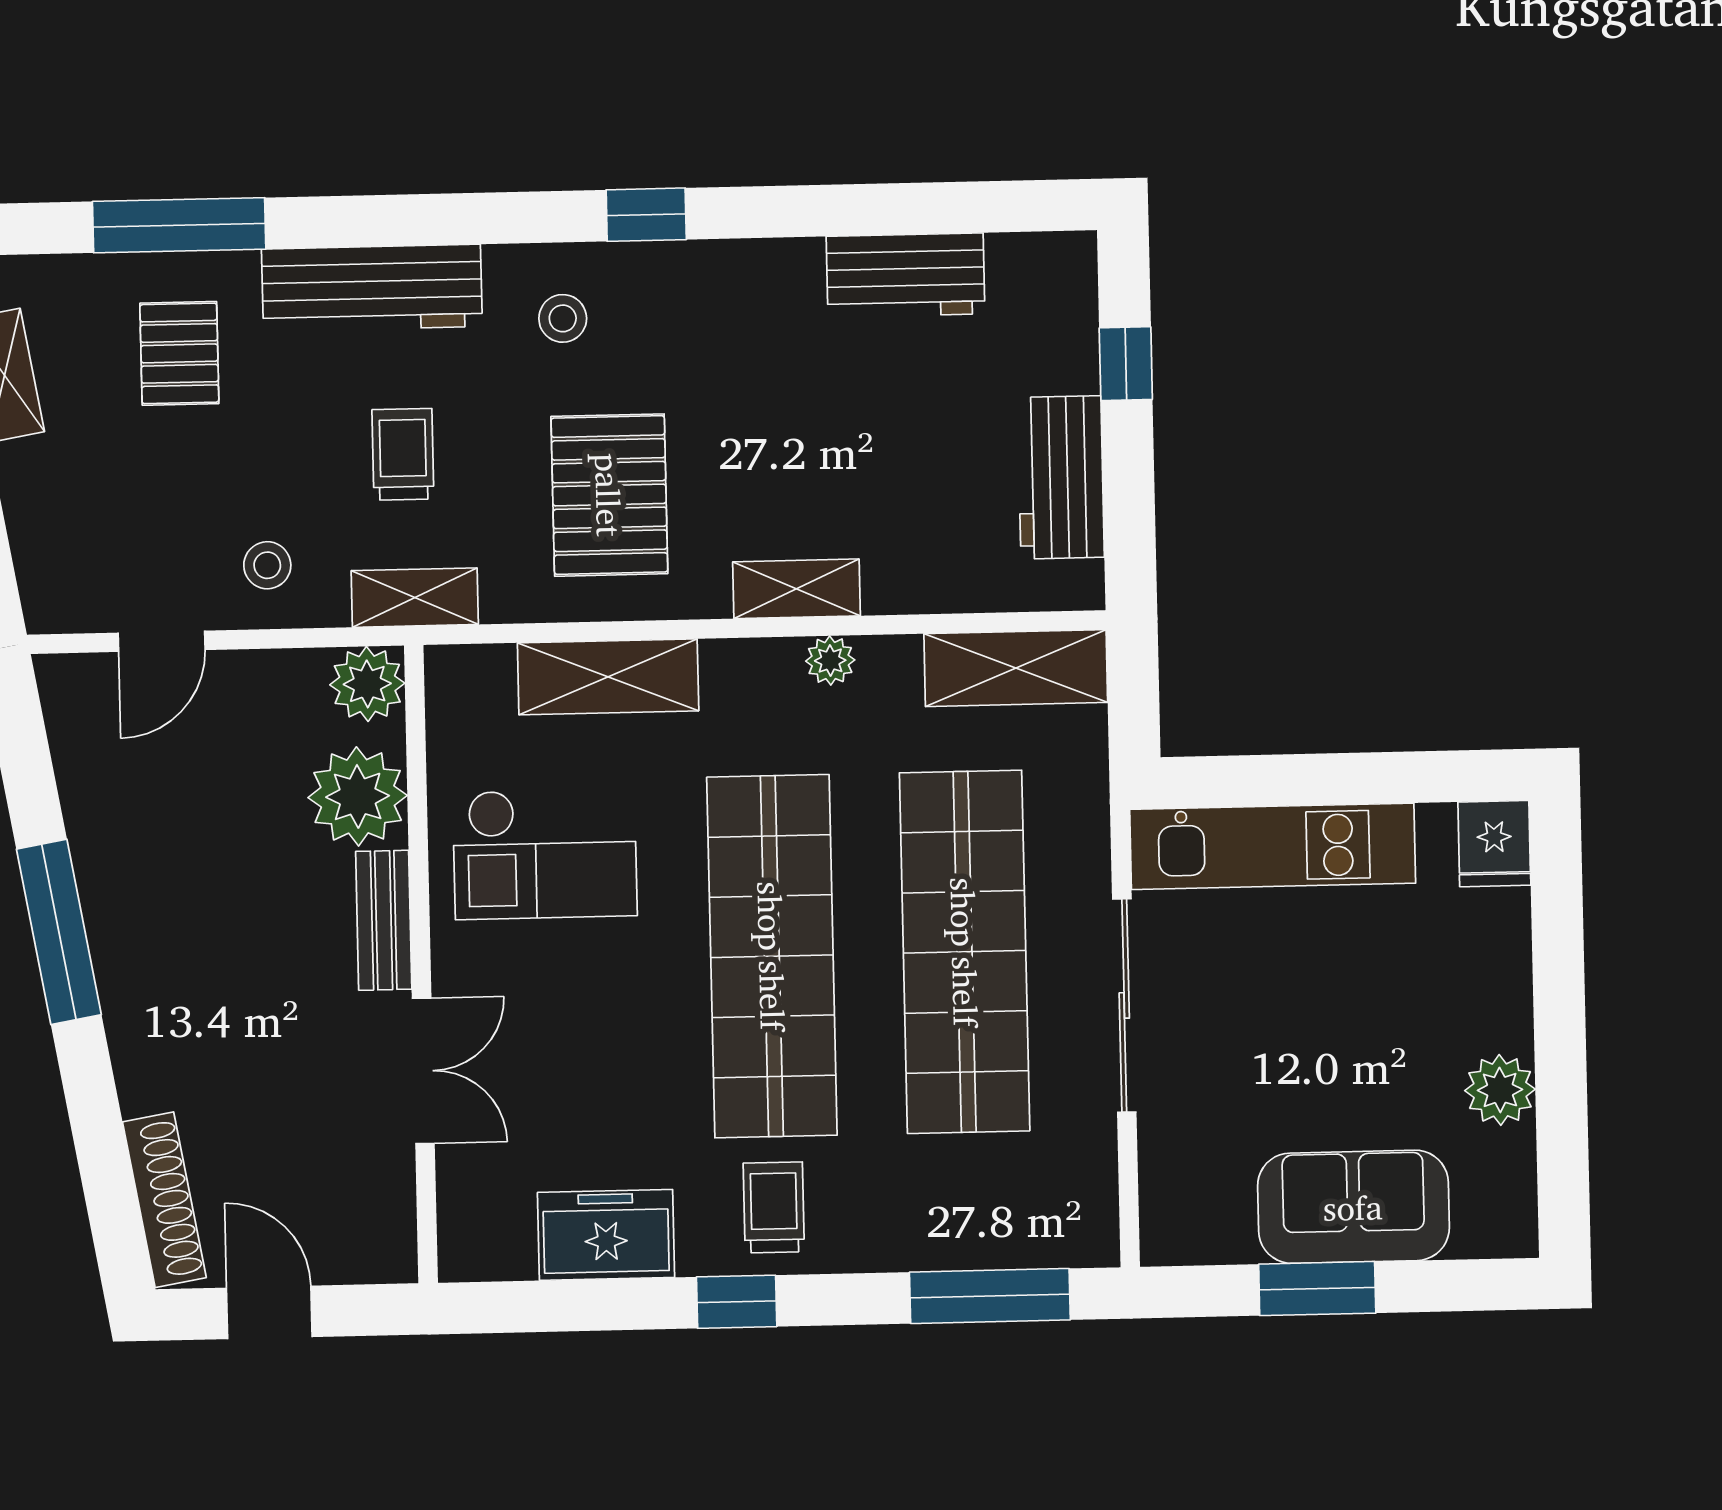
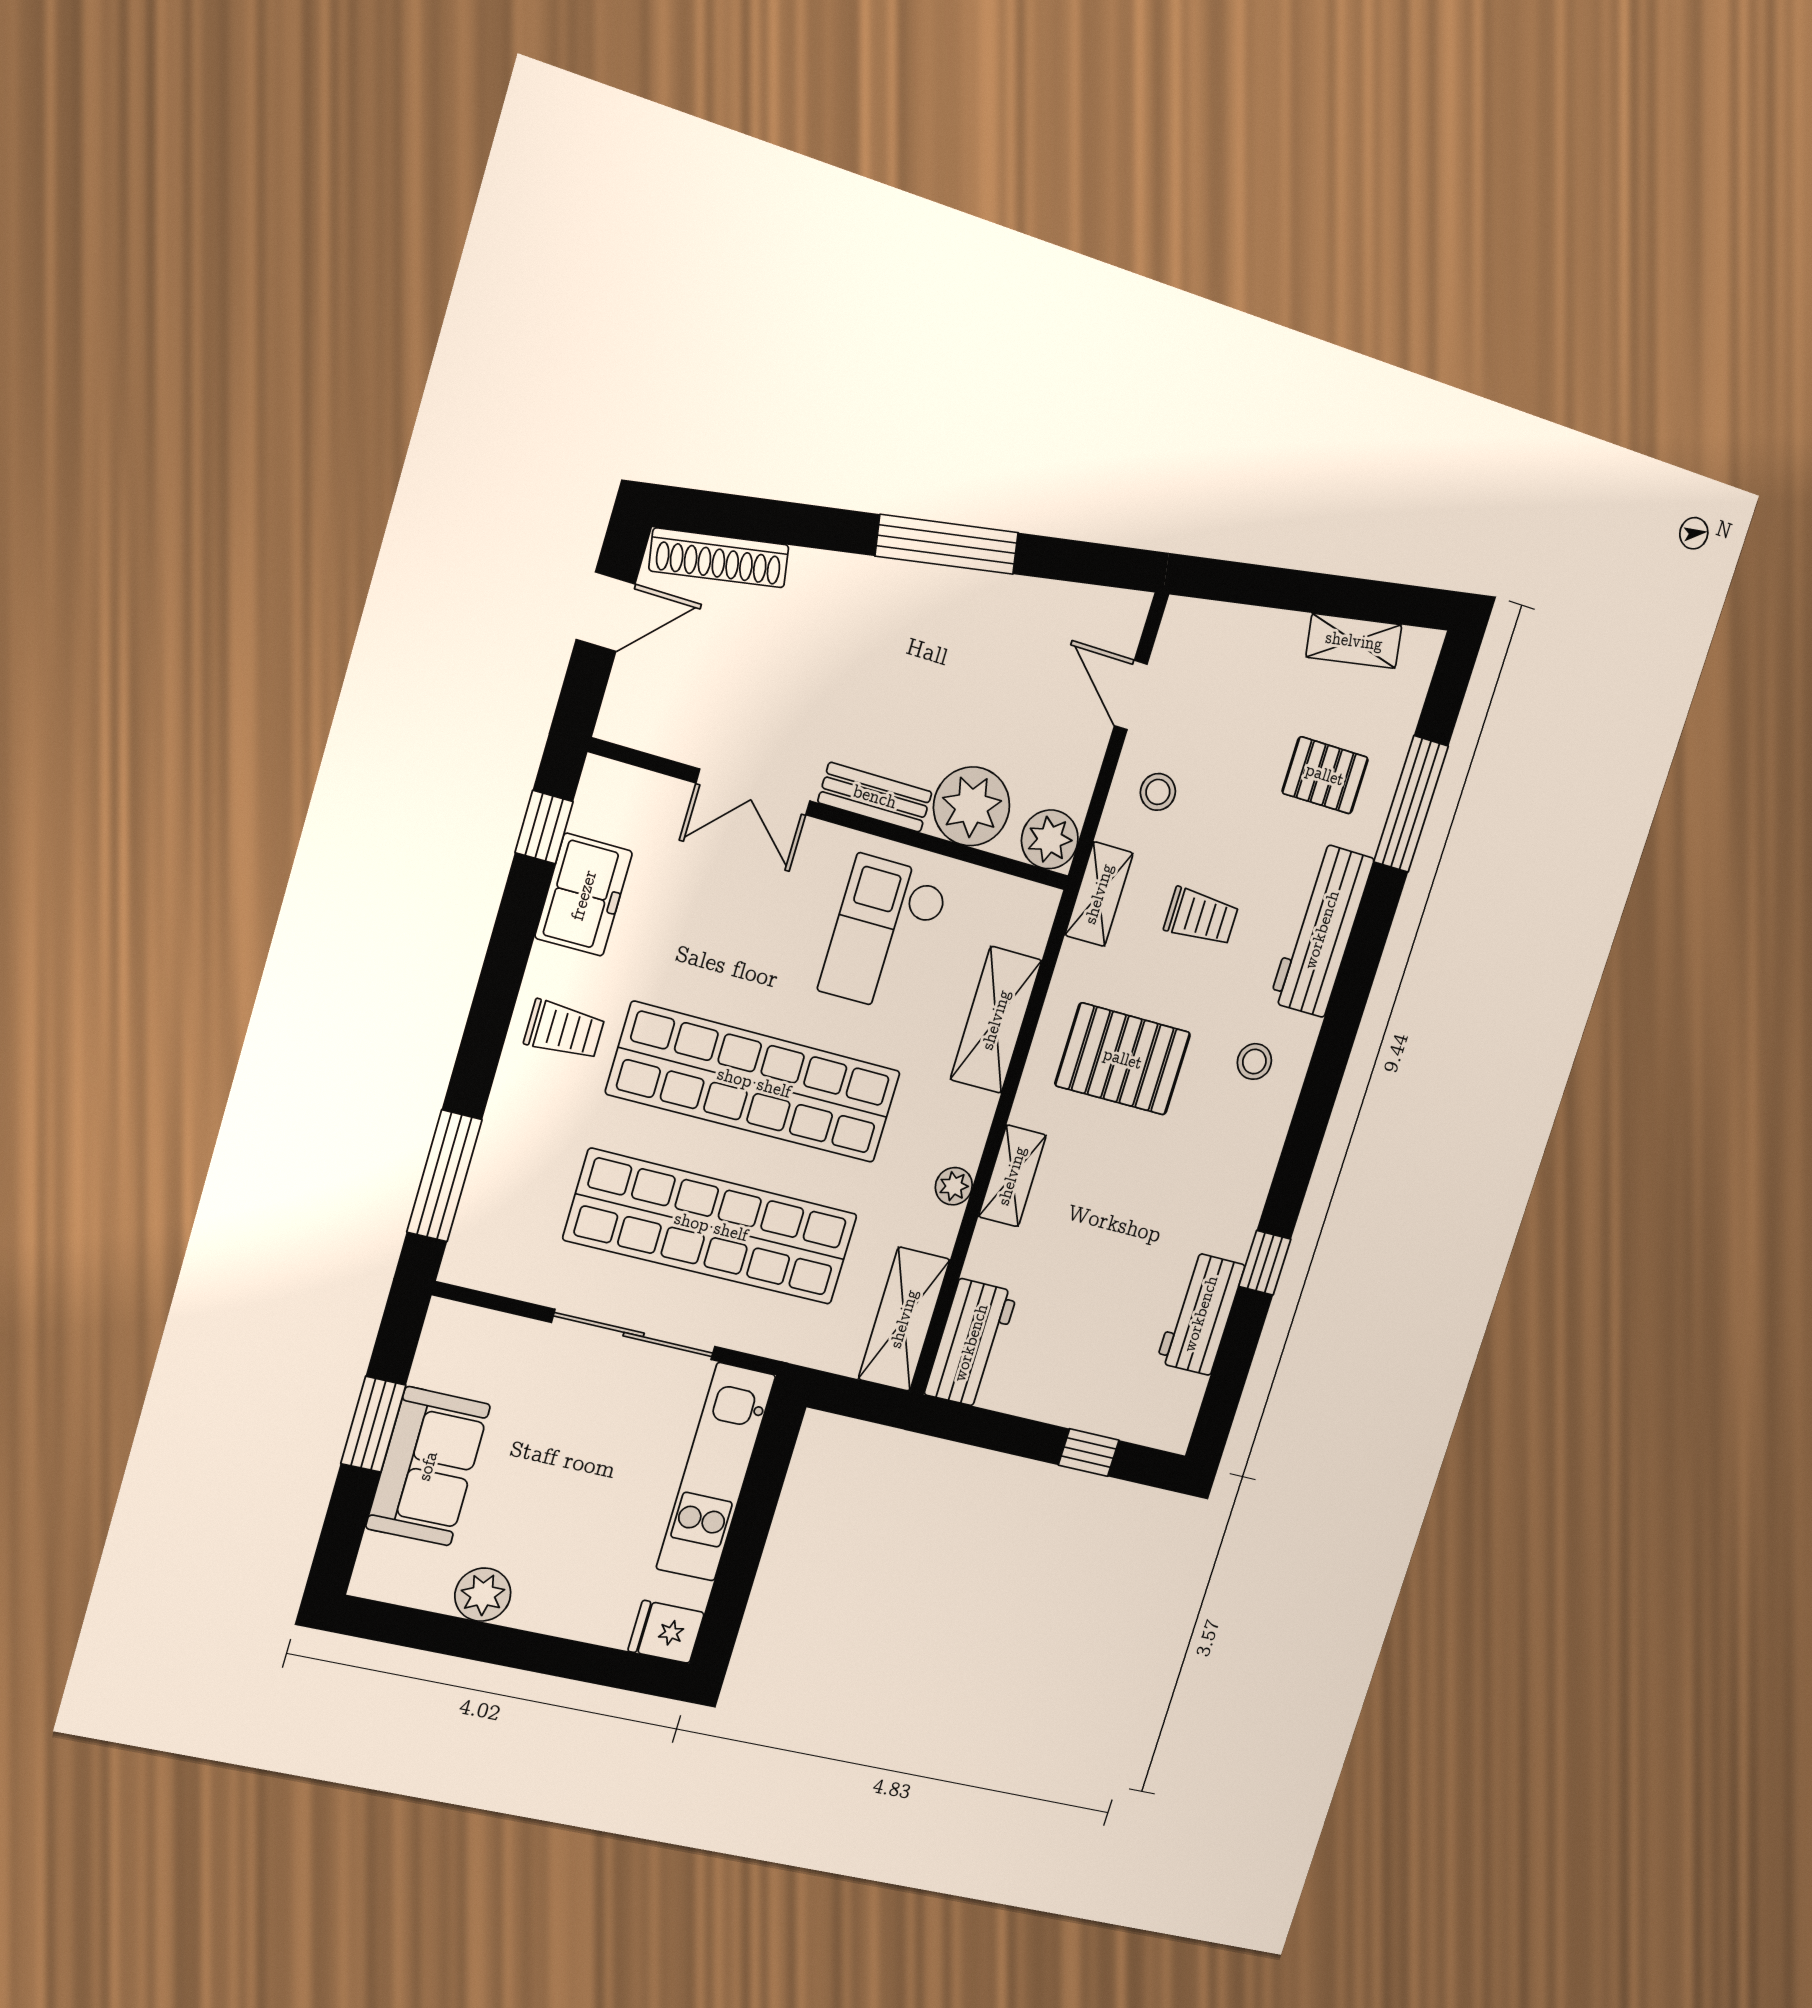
window: (646, 215) -> (1265, 1263), moved
workbench: (1061, 477) -> (971, 1343), moved, turned 90
window: (737, 1302) -> (544, 827), moved

